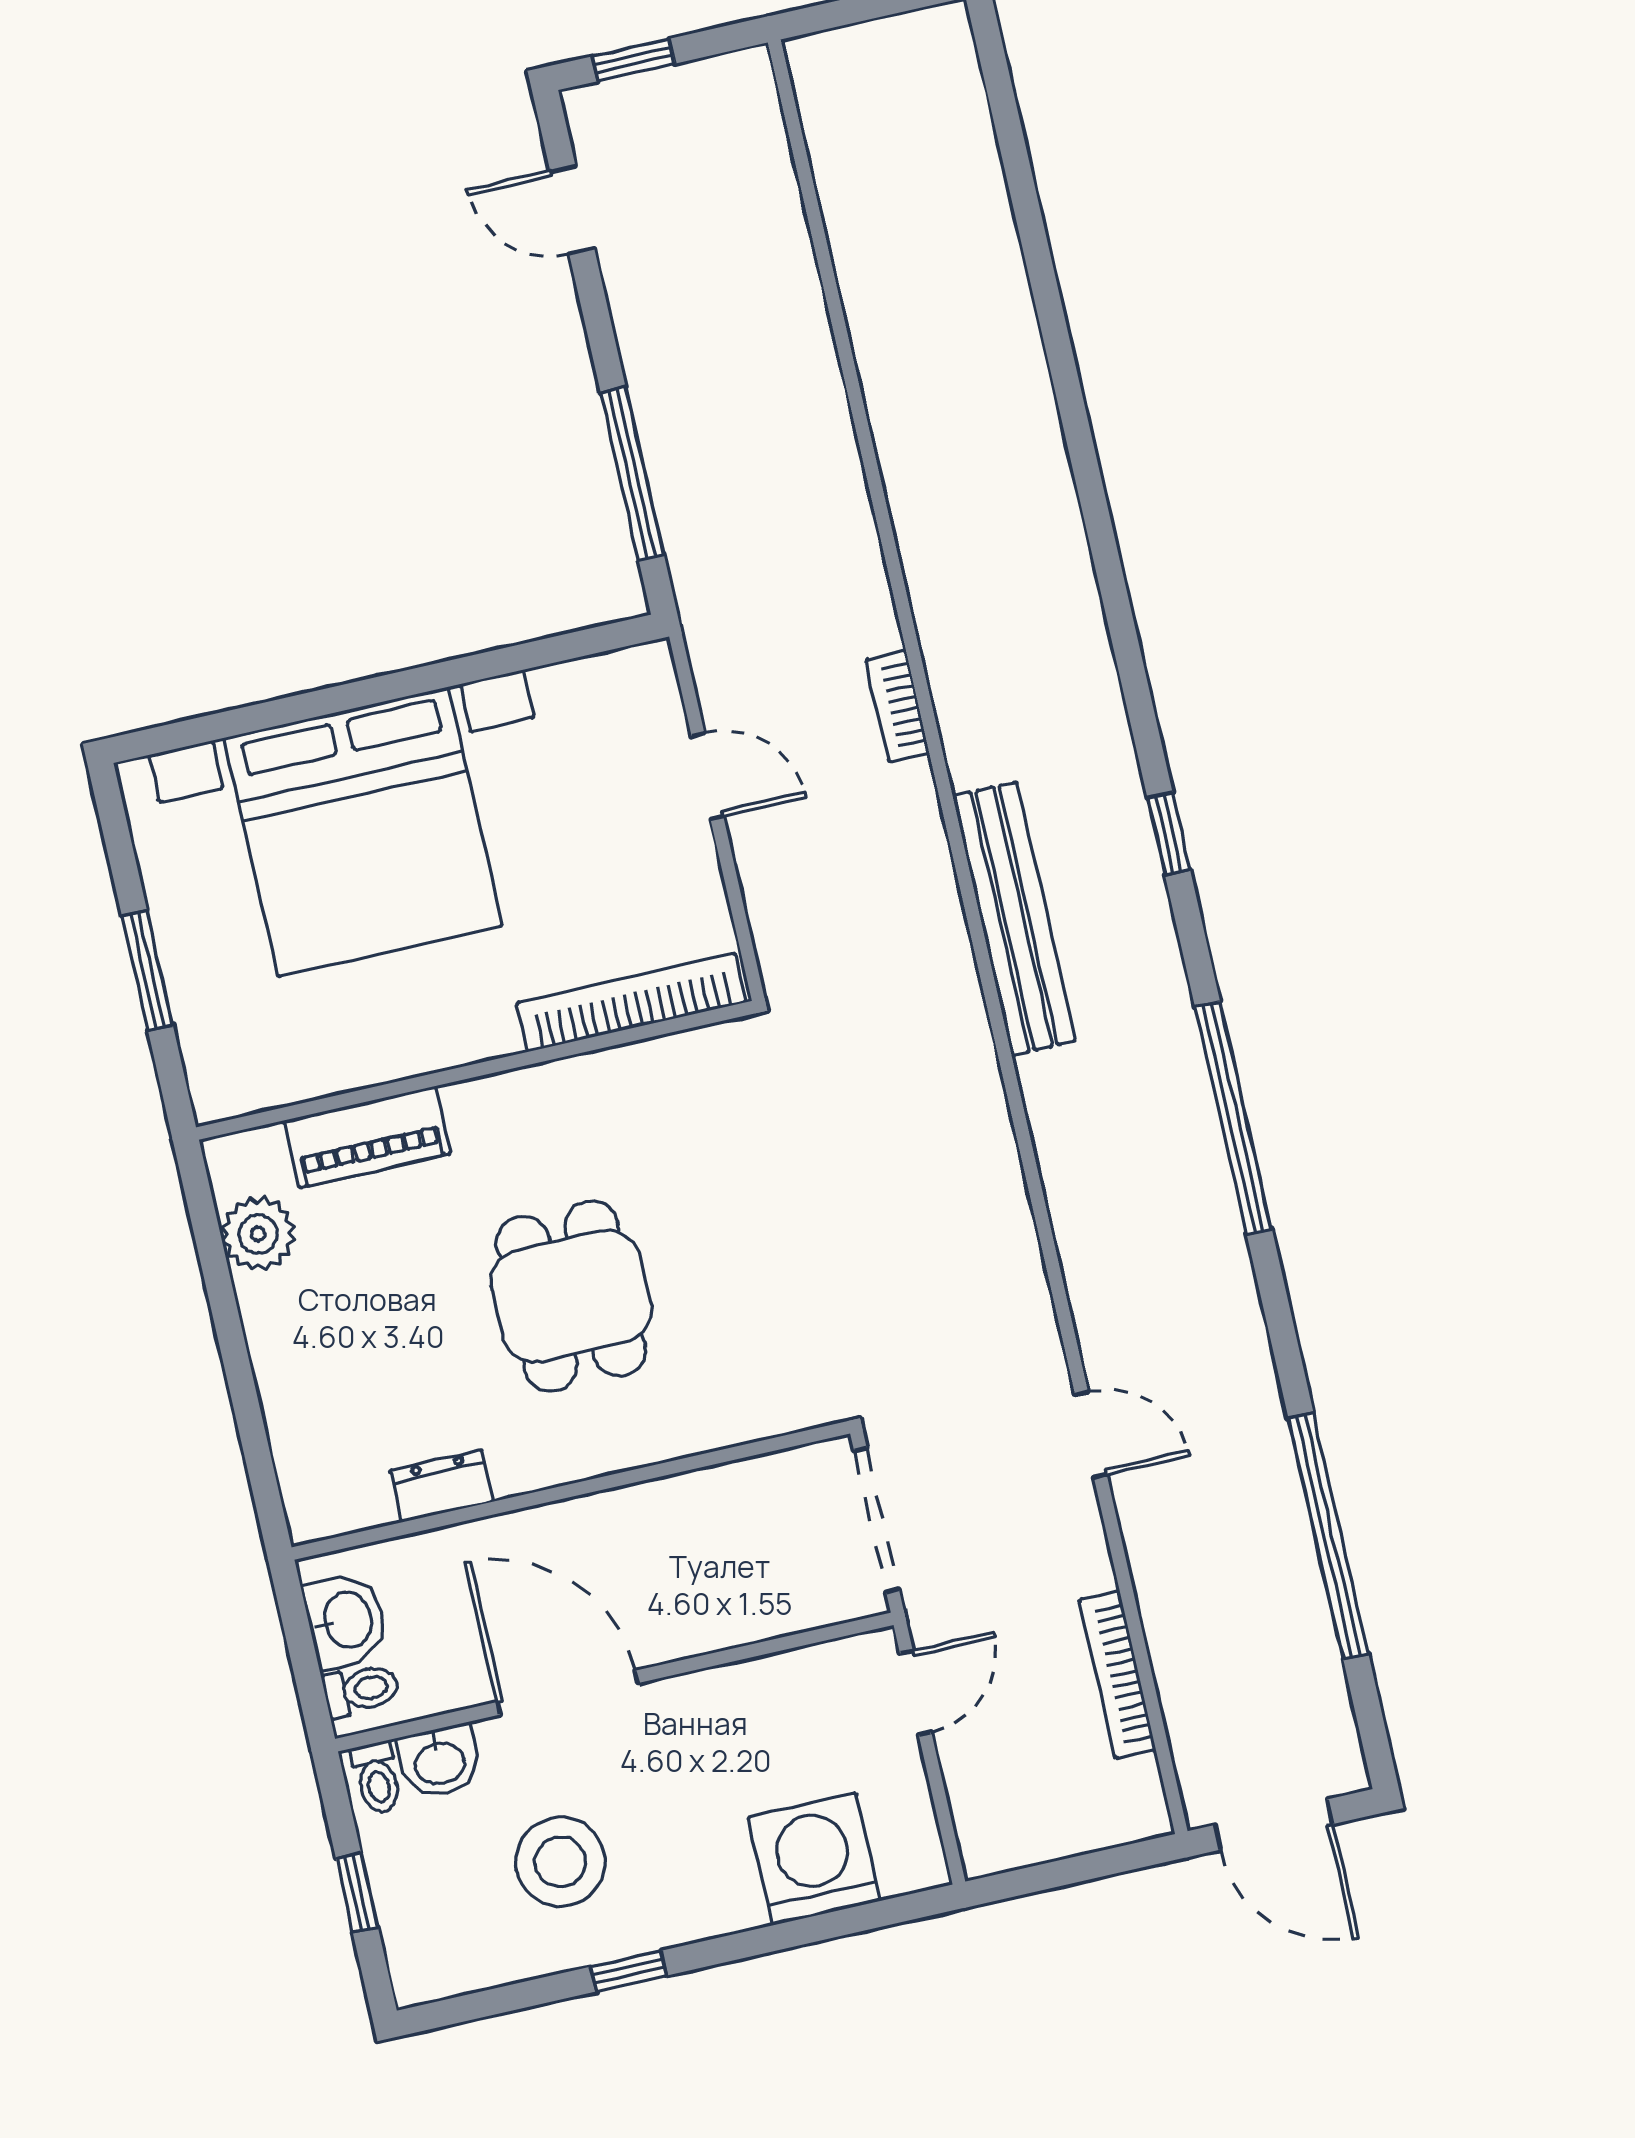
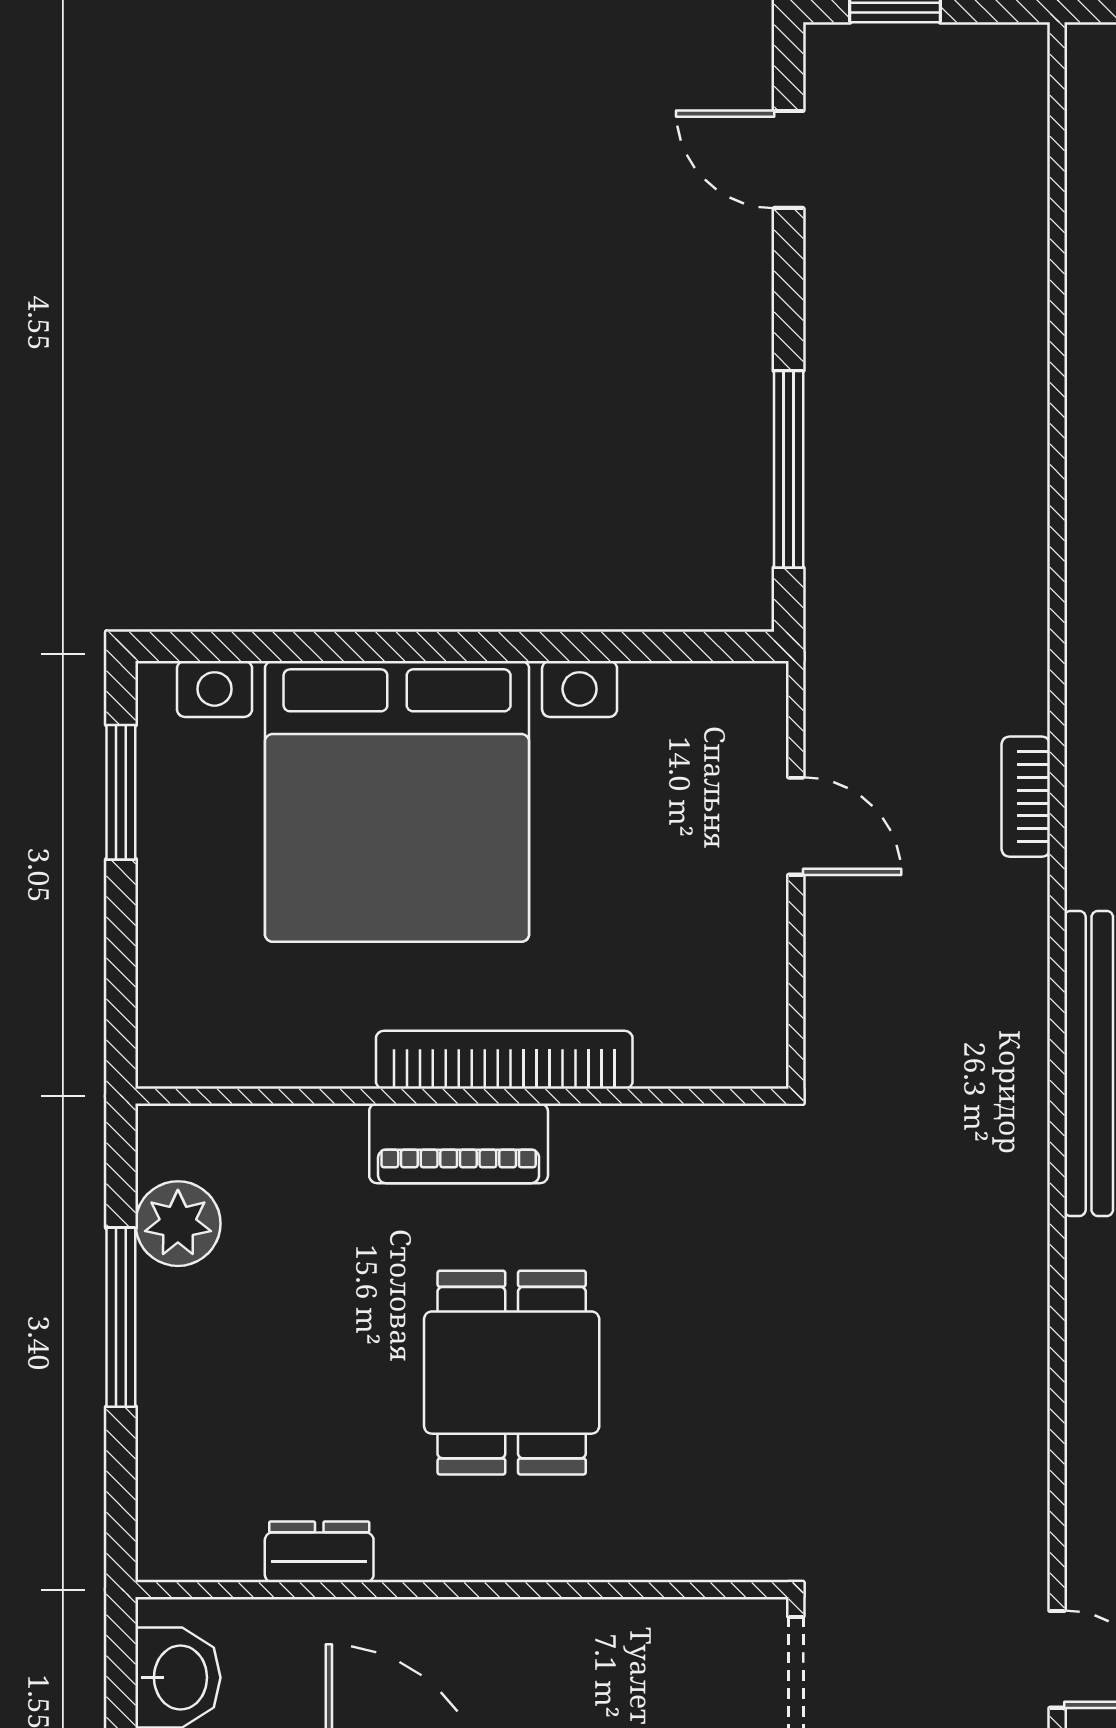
window: (147, 971) -> (121, 792), moved
bookcase: (631, 1002) -> (504, 1060), moved
piano: (368, 1137) -> (459, 1143), moved
window: (228, 1325) -> (121, 1317), added

